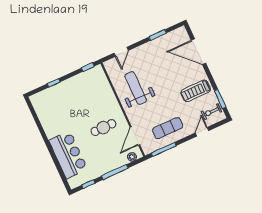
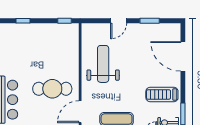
door: (121, 52) -> (119, 21), moved
cafe table: (103, 128) -> (52, 89), width x1.37, depth x1.35

